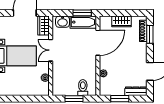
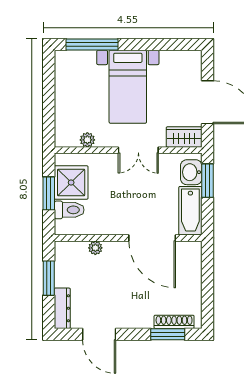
window: (82, 13) -> (208, 181), moved
wardrobe: (121, 21) -> (192, 282), removed
double door: (51, 50) -> (138, 150), swing flipped
shower: (68, 86) -> (71, 182), added

